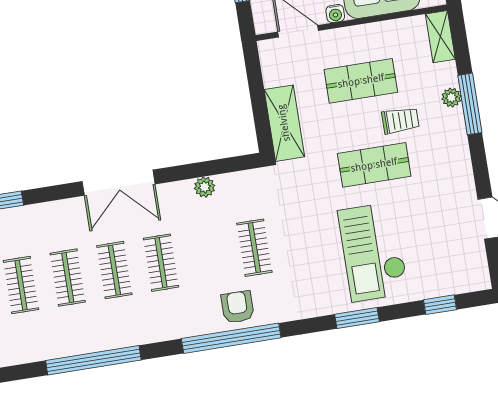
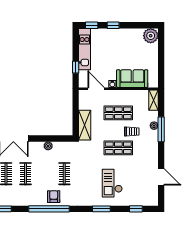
checkout: (373, 252) -> (112, 183), width x0.73, depth x0.83

